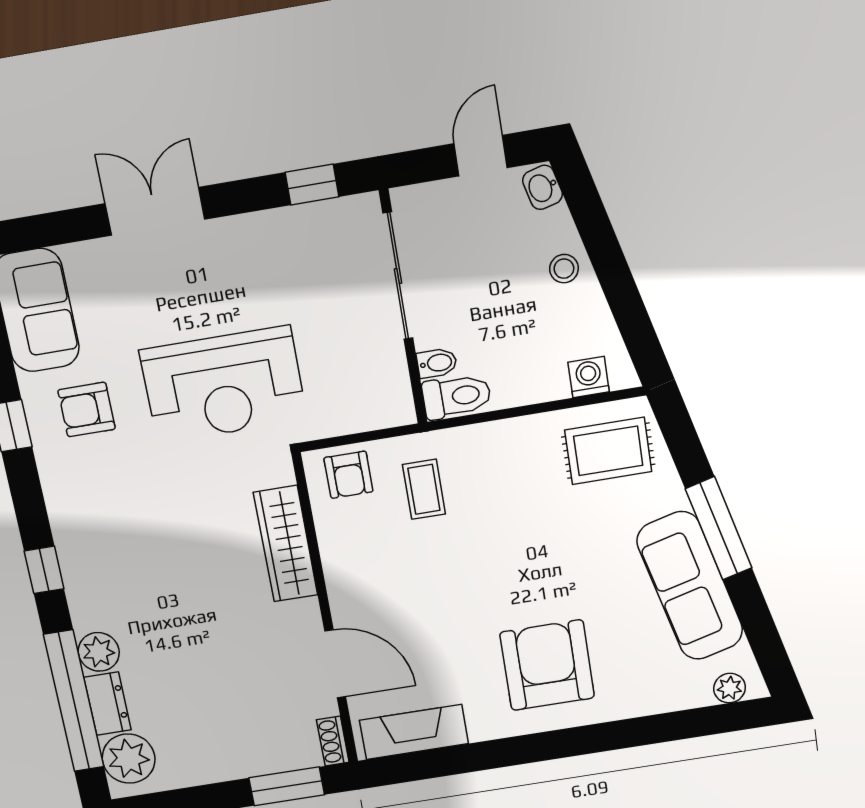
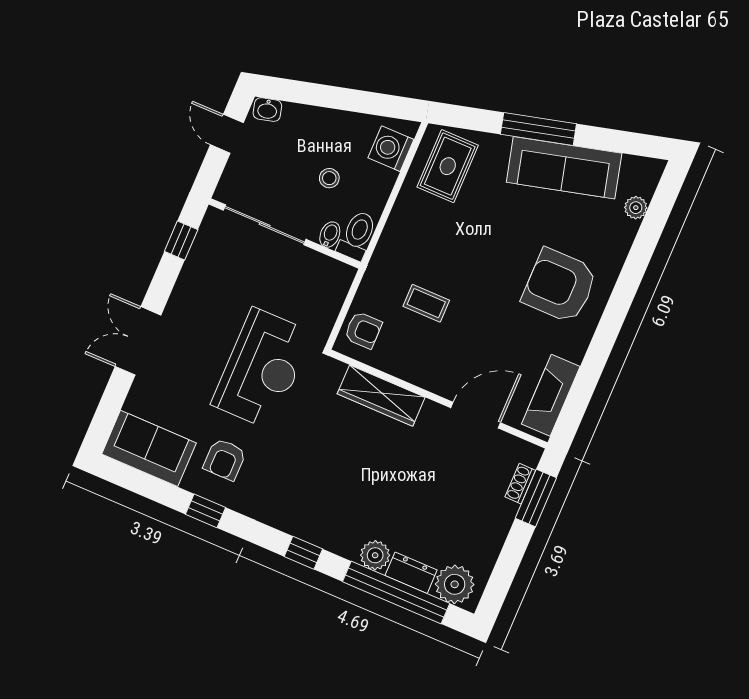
stool: (564, 269) -> (329, 178), moved
washing machine: (589, 377) -> (391, 149), width x1.38, depth x1.38
coffee table: (424, 489) -> (426, 303), moved
plant: (730, 688) -> (636, 208), moved
shoe rack: (333, 741) -> (520, 484), moved, turned 90

